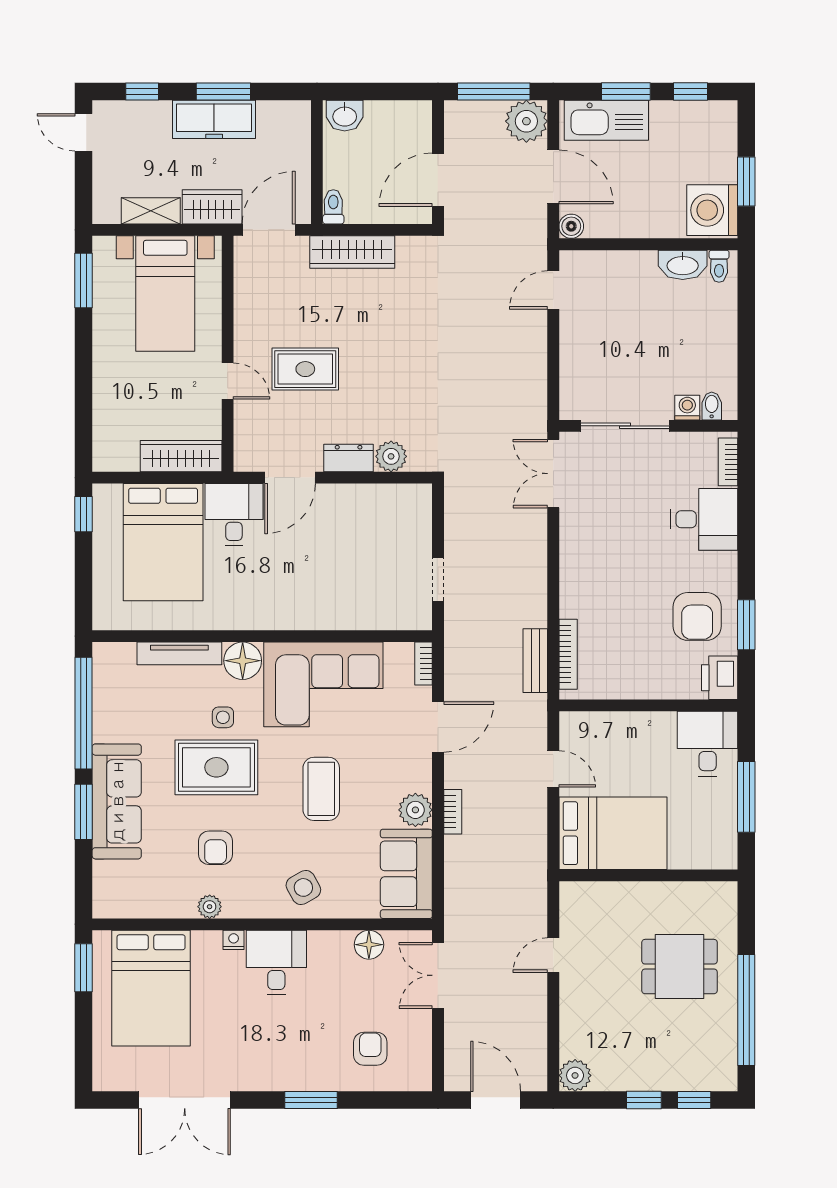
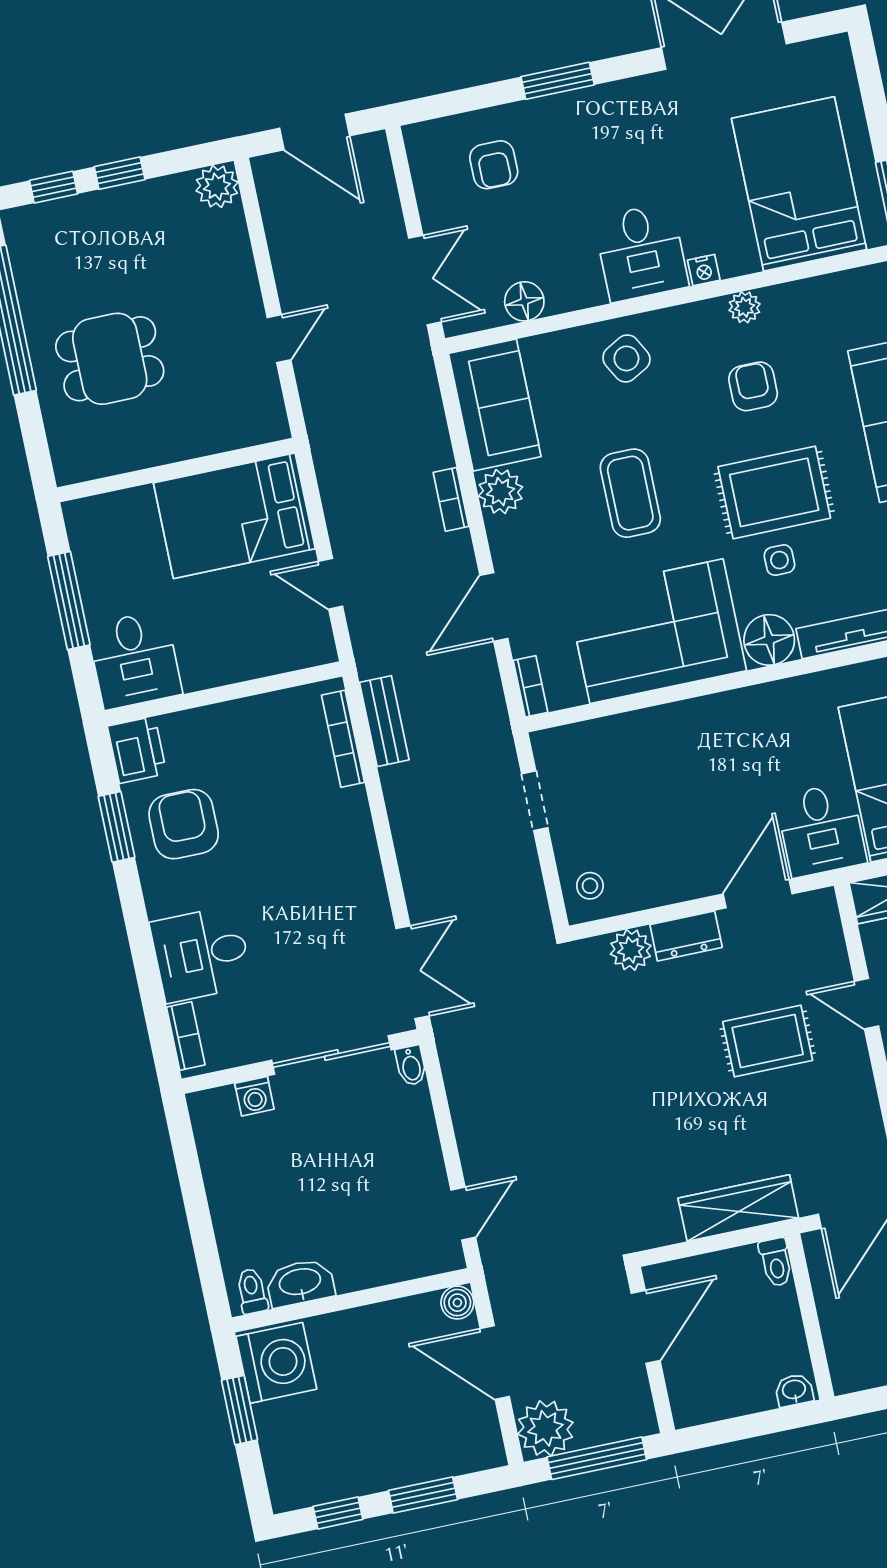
washbasin: (345, 116) -> (794, 1390), width x0.72, depth x0.69
kitchen sink: (606, 120) -> (441, 1452), removed
bidet: (712, 406) -> (411, 1066), moved
stool: (411, 509) -> (590, 886), added

